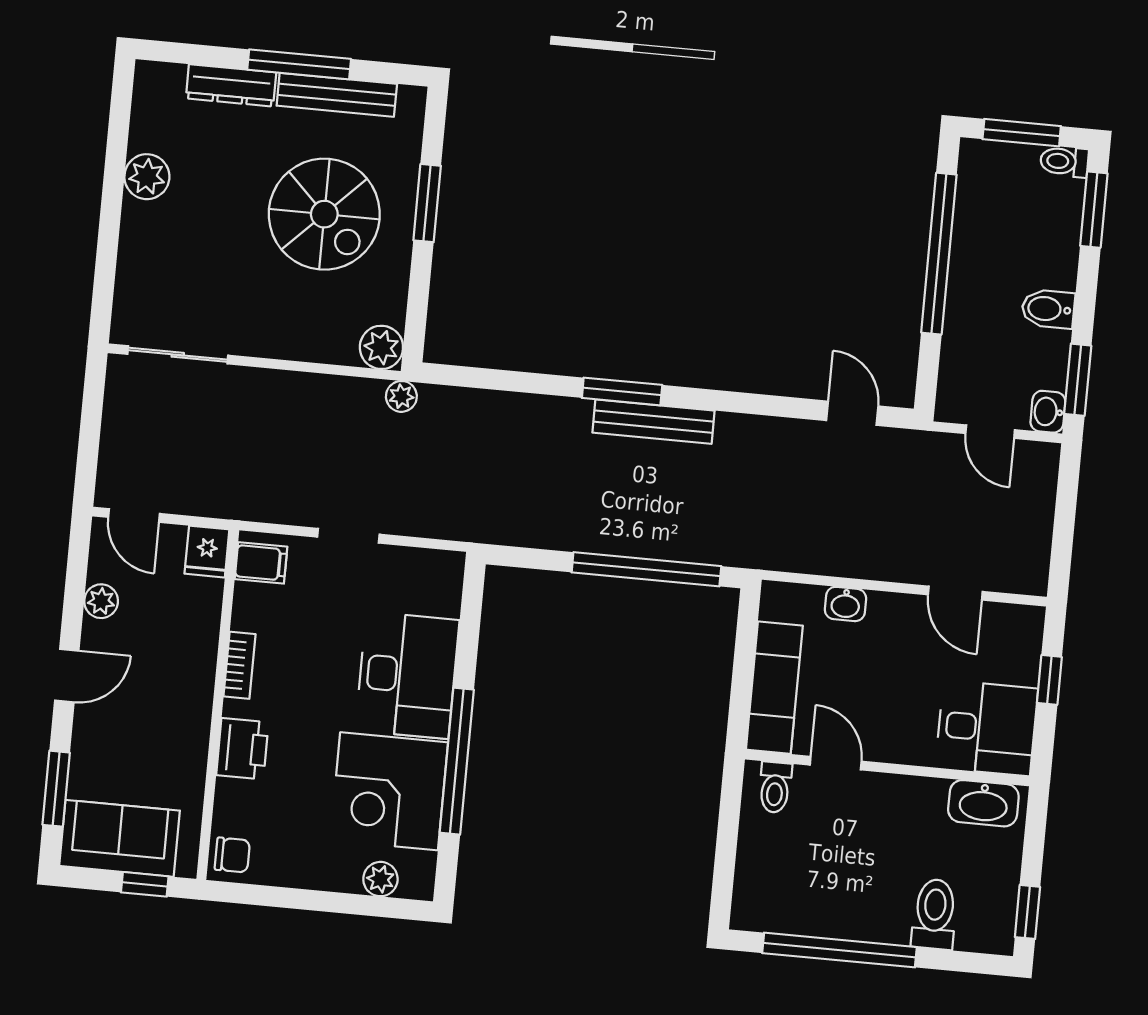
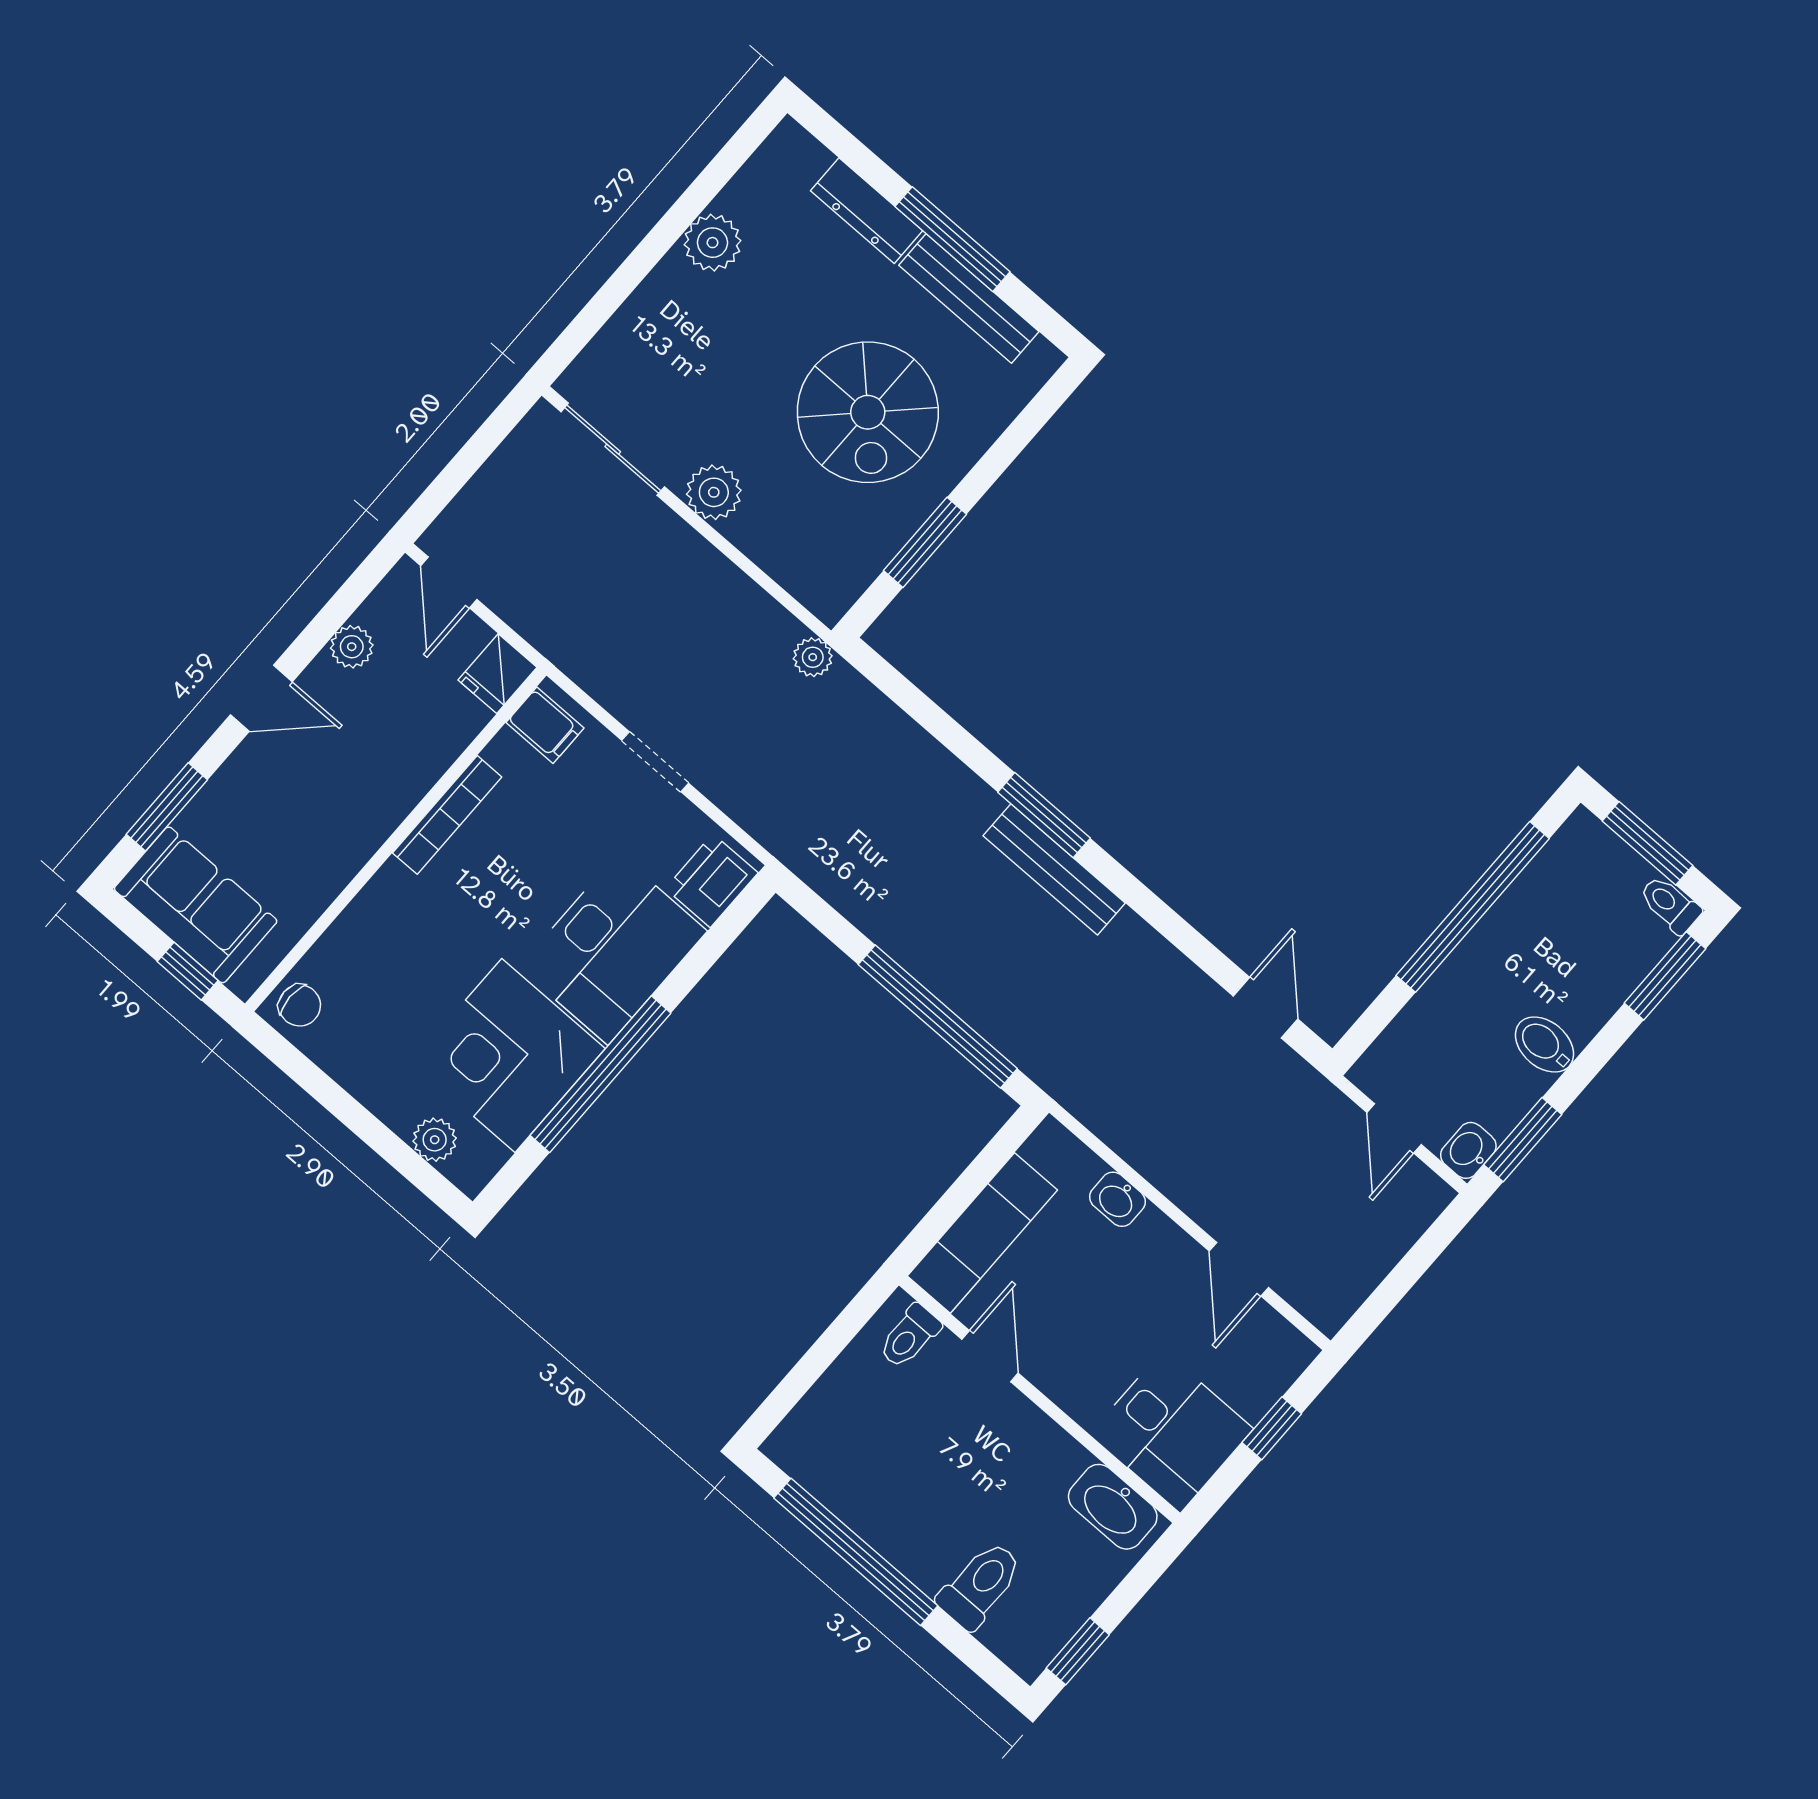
window: (427, 203) -> (925, 542), moved
plant: (381, 347) -> (714, 492), moved
bookcase: (240, 665) -> (447, 815), width x1.56
printer: (242, 749) -> (712, 881), moved, turned 180

